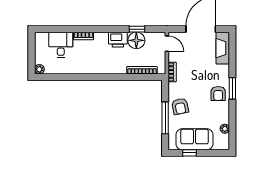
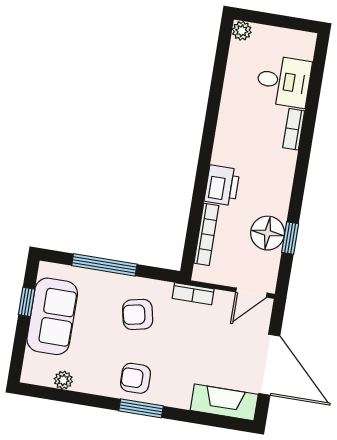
printer: (118, 40) -> (222, 185), moved, turned 180
armchair: (180, 106) -> (138, 314), moved

